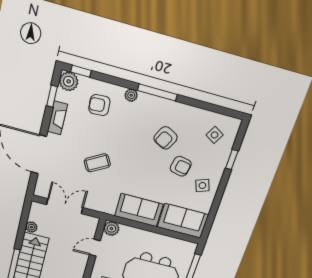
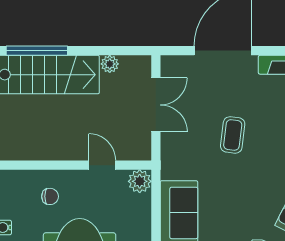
coffee table: (97, 163) -> (233, 135), turned 37

